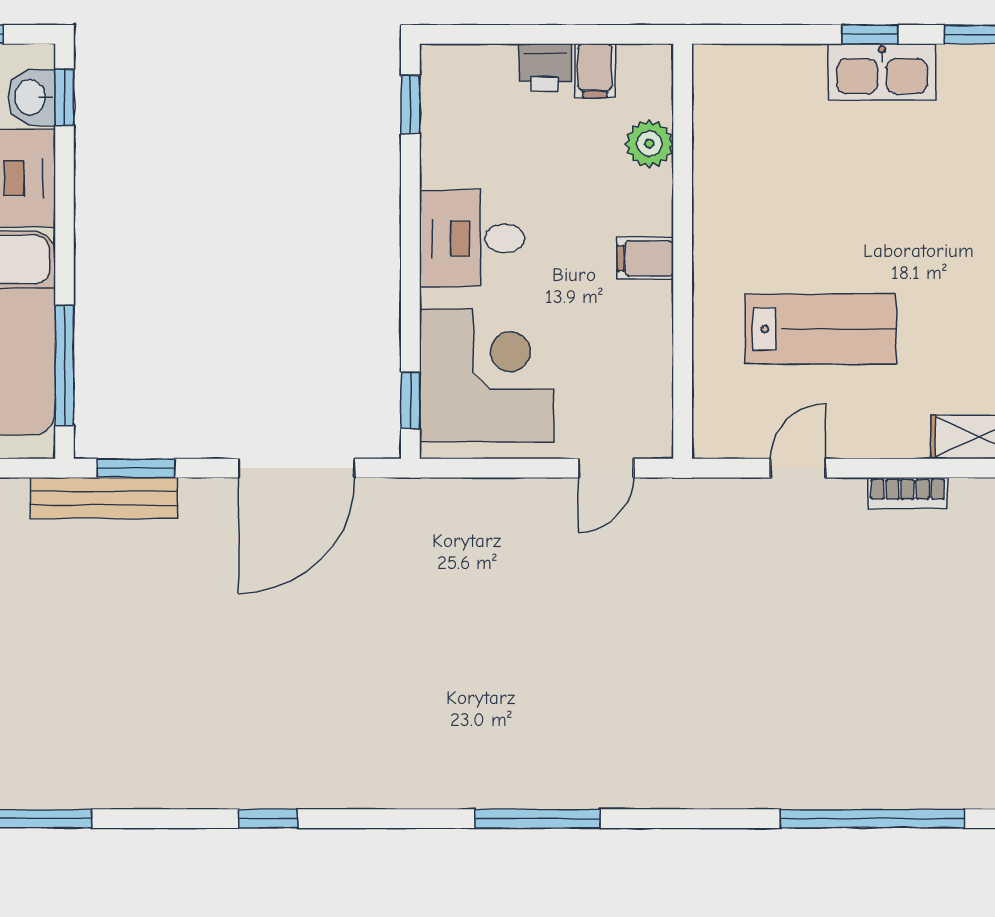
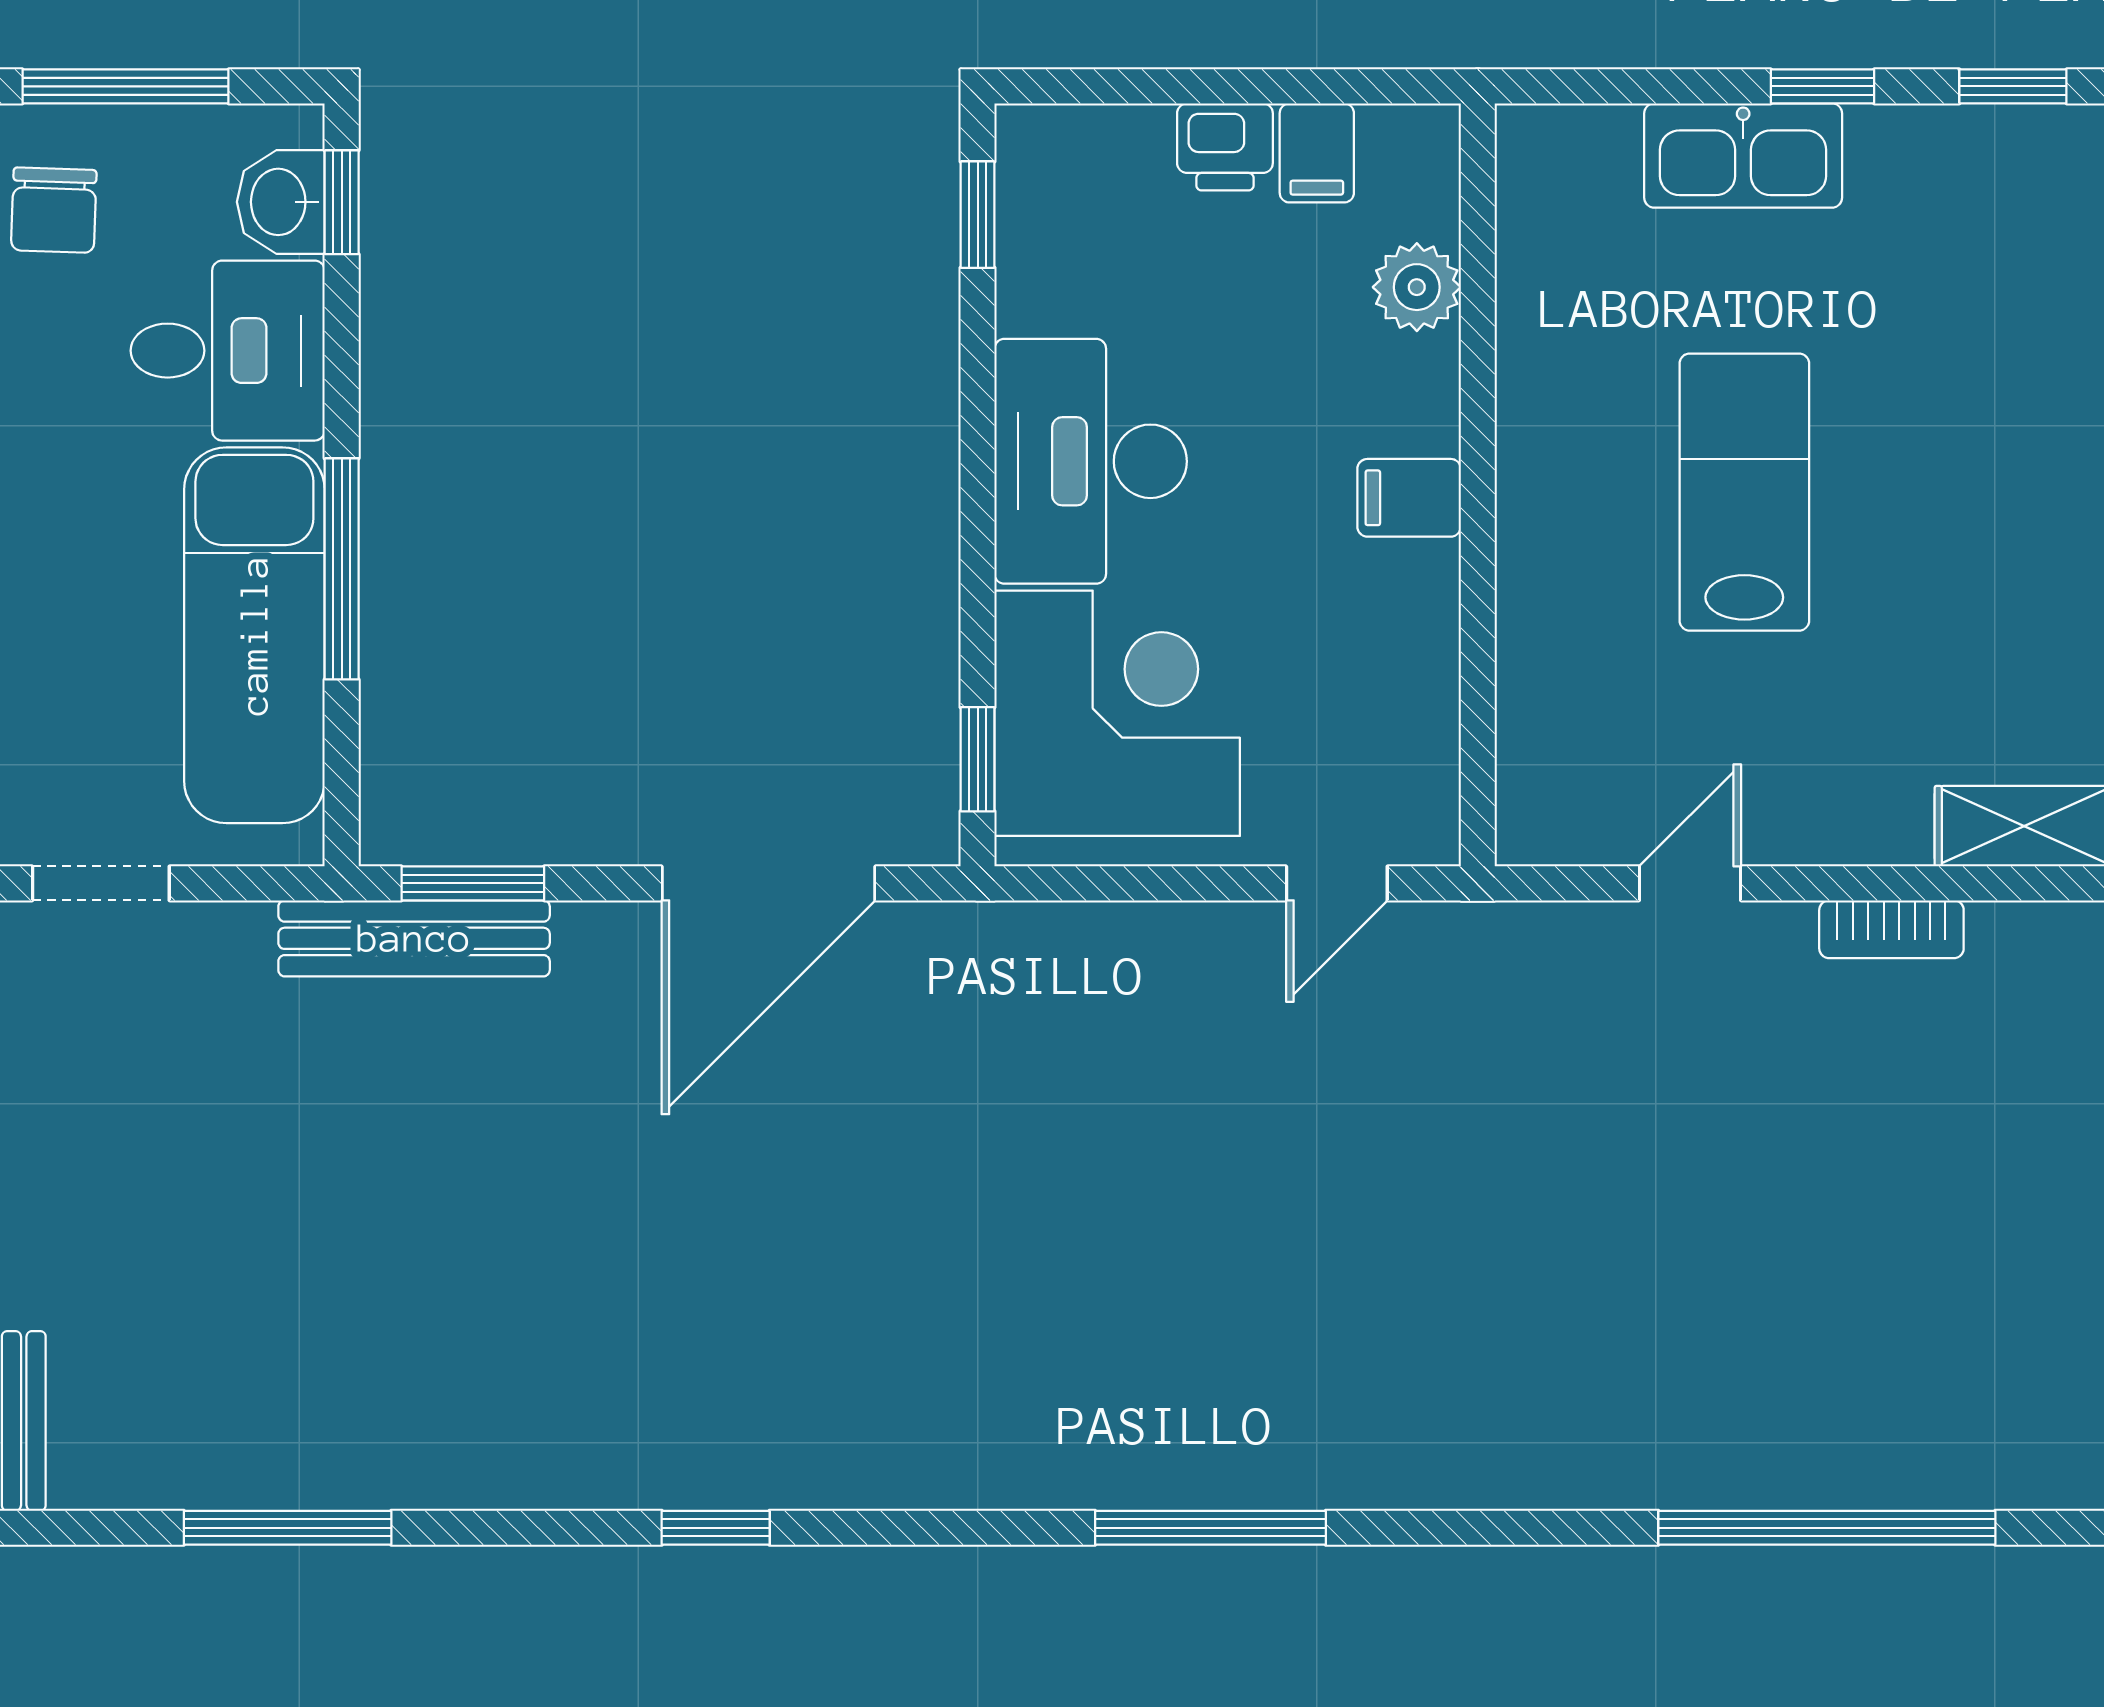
kitchen sink: (882, 72) -> (1743, 156), moved
desk: (472, 238) -> (1091, 461), width x1.37
lab bench: (821, 329) -> (1744, 492), moved, turned -90
window: (64, 366) -> (342, 569), moved

